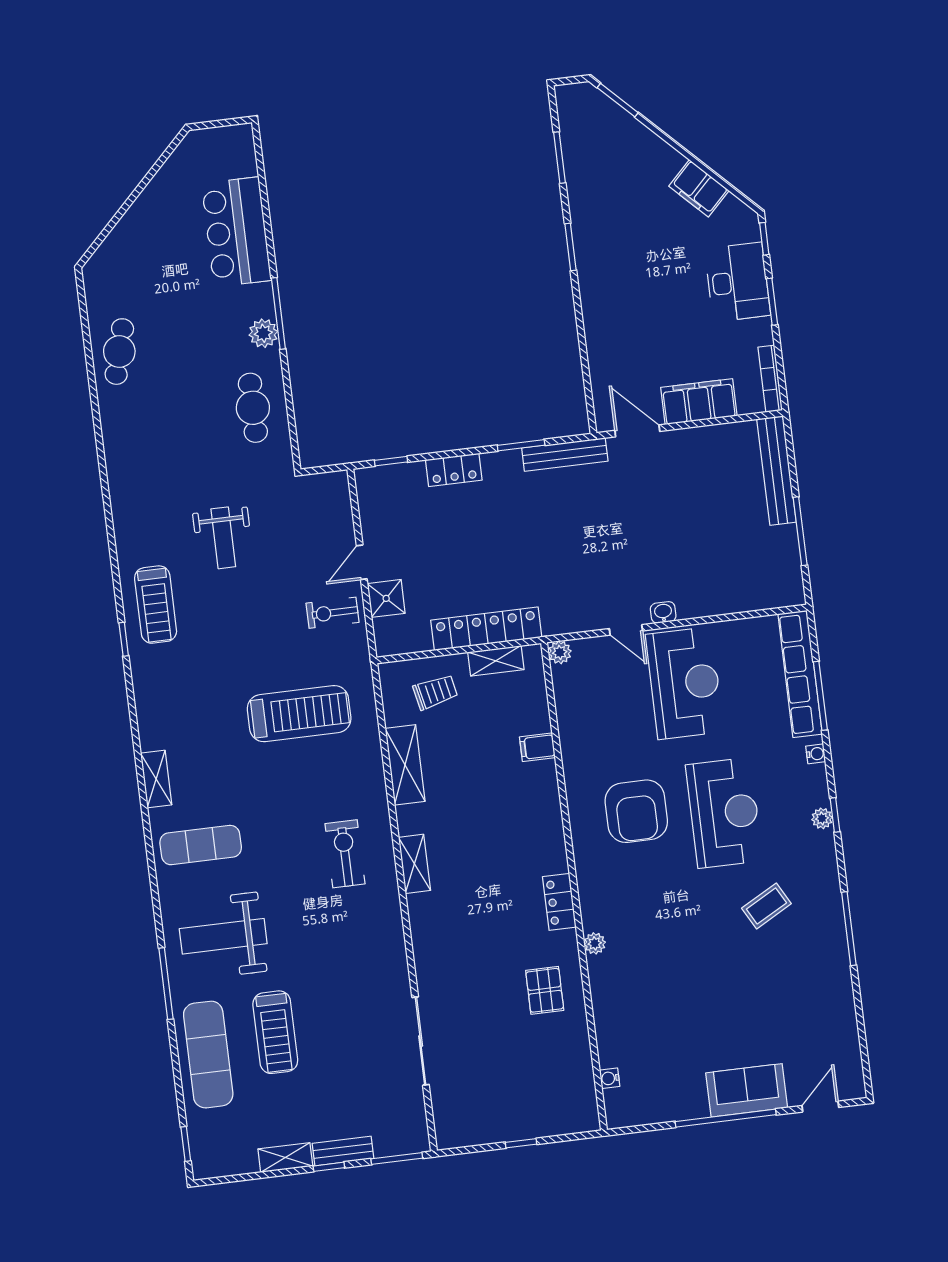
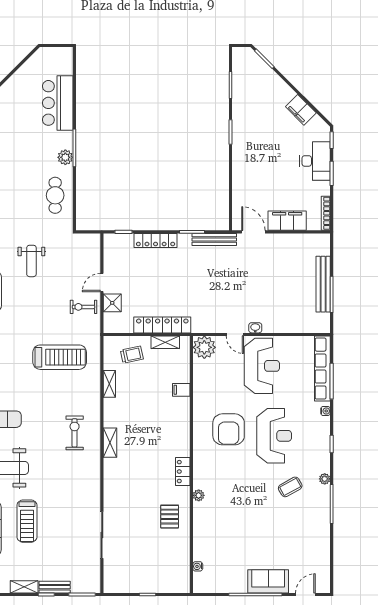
locker: (454, 470) -> (156, 240), width x1.53
bench: (777, 471) -> (323, 284), moved
plant: (560, 652) -> (204, 347), width x1.87, depth x1.87
shelving: (405, 765) -> (109, 384), width x0.67, depth x0.75
plant: (822, 818) -> (325, 479), moved

